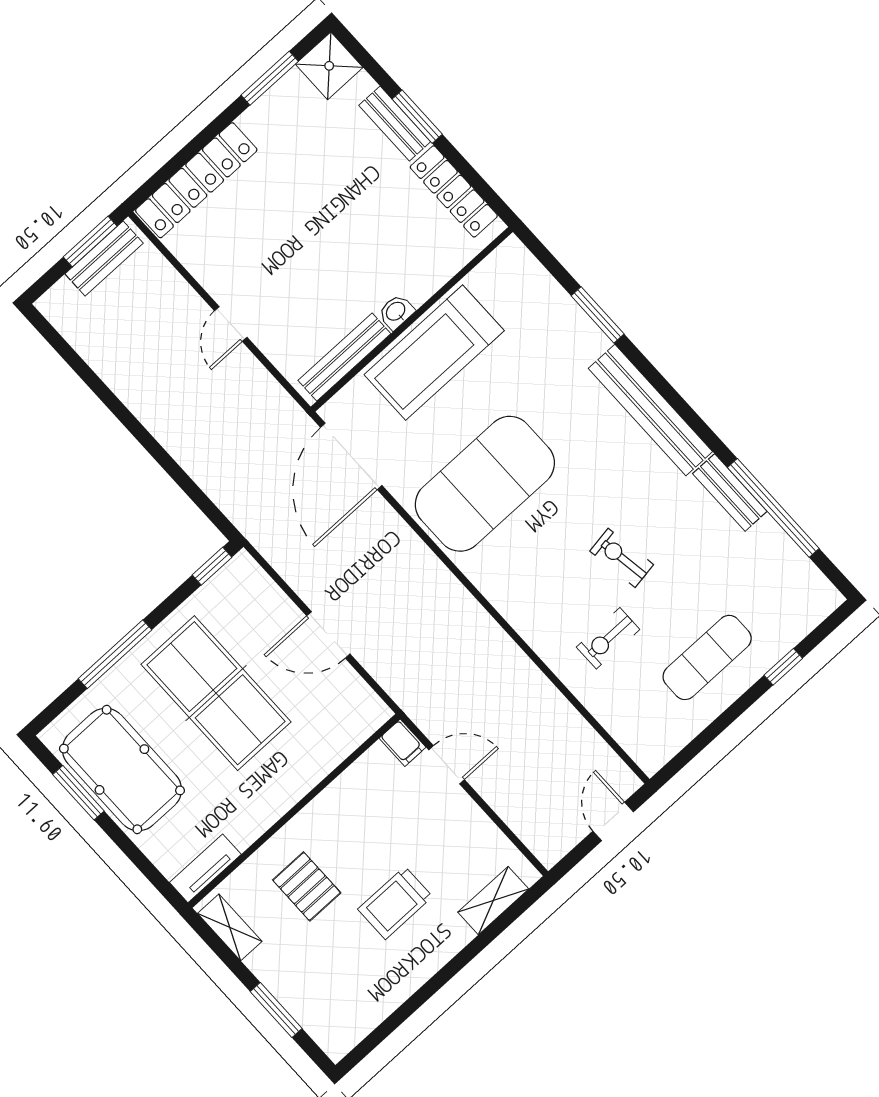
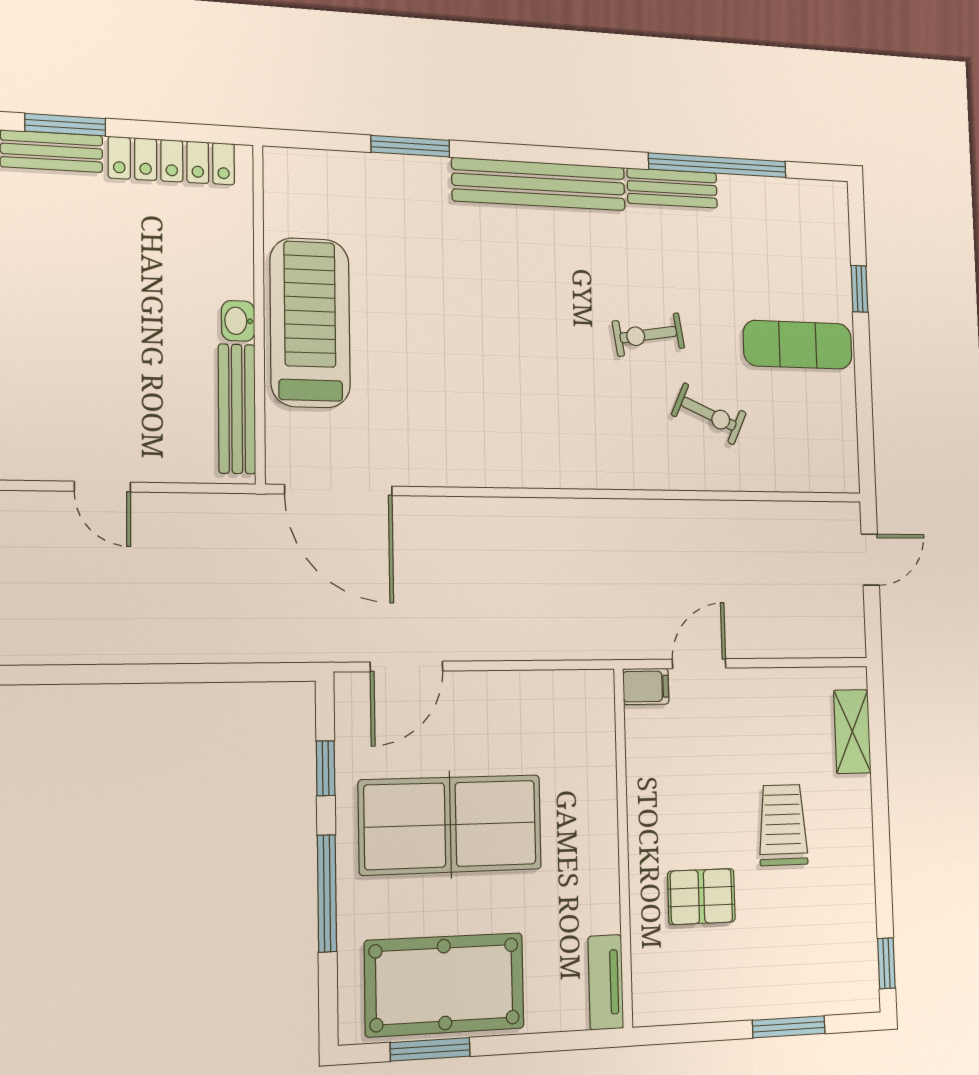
treadmill: (434, 353) -> (310, 323), turned 180
exercise mat: (485, 484) -> (475, 392), removed
window: (212, 566) -> (326, 768), moved
door: (328, 635) -> (407, 666), moved
exercise bike: (608, 638) -> (709, 414), turned -66
exercise mat: (707, 657) -> (798, 345), turned 90
door: (613, 821) -> (870, 560), swing flipped
trolley: (395, 903) -> (783, 825), turned 180
shelving: (230, 927) -> (679, 1006), removed
window: (369, 1044) -> (886, 963), added

